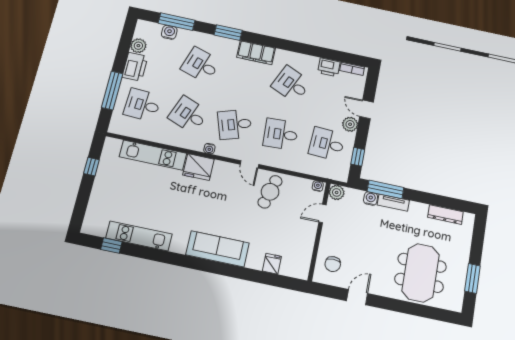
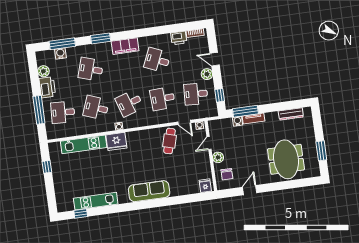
door: (249, 164) -> (184, 122), moved
plant: (337, 192) -> (218, 157), moved
fridge: (272, 264) -> (205, 186), moved

